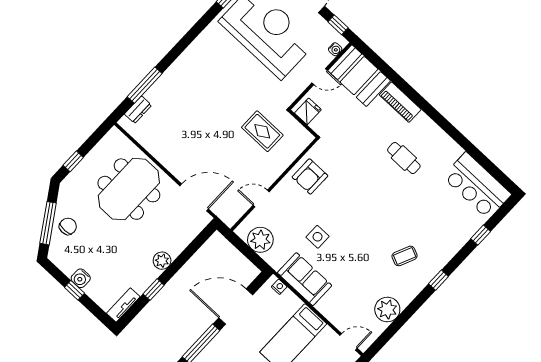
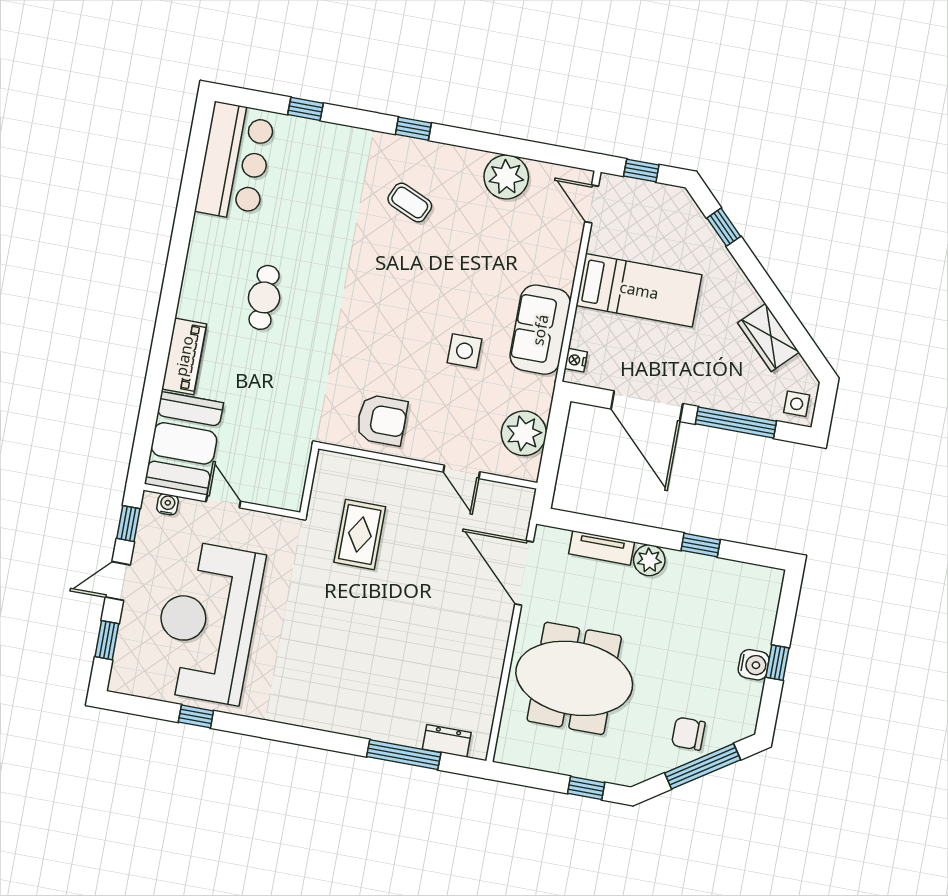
fridge: (308, 111) -> (286, 486), removed
tv unit: (123, 305) -> (602, 548), moved

